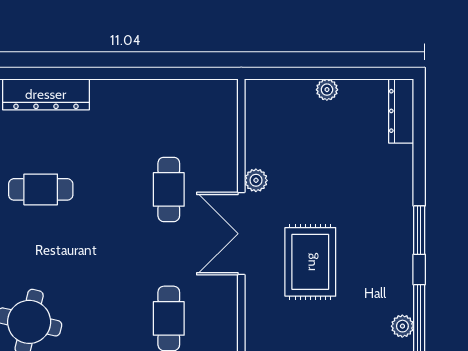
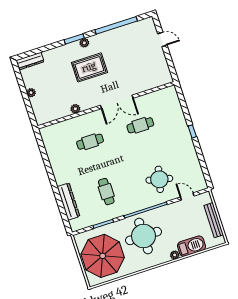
double door: (241, 234) -> (117, 102), moved
rug: (310, 262) -> (89, 67), moved
plant: (402, 326) -> (84, 43), moved

